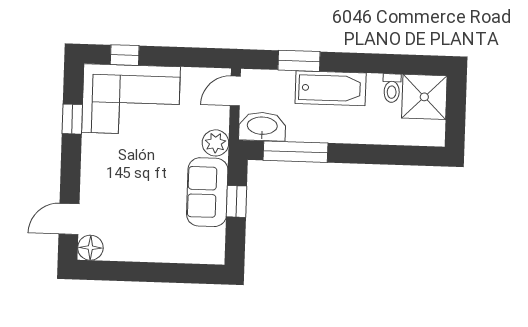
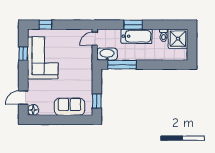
window: (299, 61) -> (133, 25), moved
corner sofa: (131, 100) -> (43, 58), moved, turned -90
plant: (215, 143) -> (87, 62), removed
sofa: (207, 192) -> (69, 107), moved, turned 90
window: (237, 201) -> (97, 101), moved

